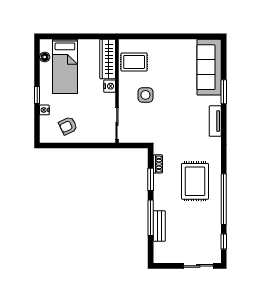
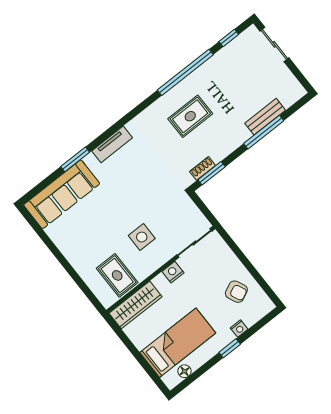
nightstand: (110, 86) -> (173, 272), moved
window: (151, 179) -> (212, 173), moved
rug: (195, 181) -> (190, 116), width x0.73, depth x0.70

